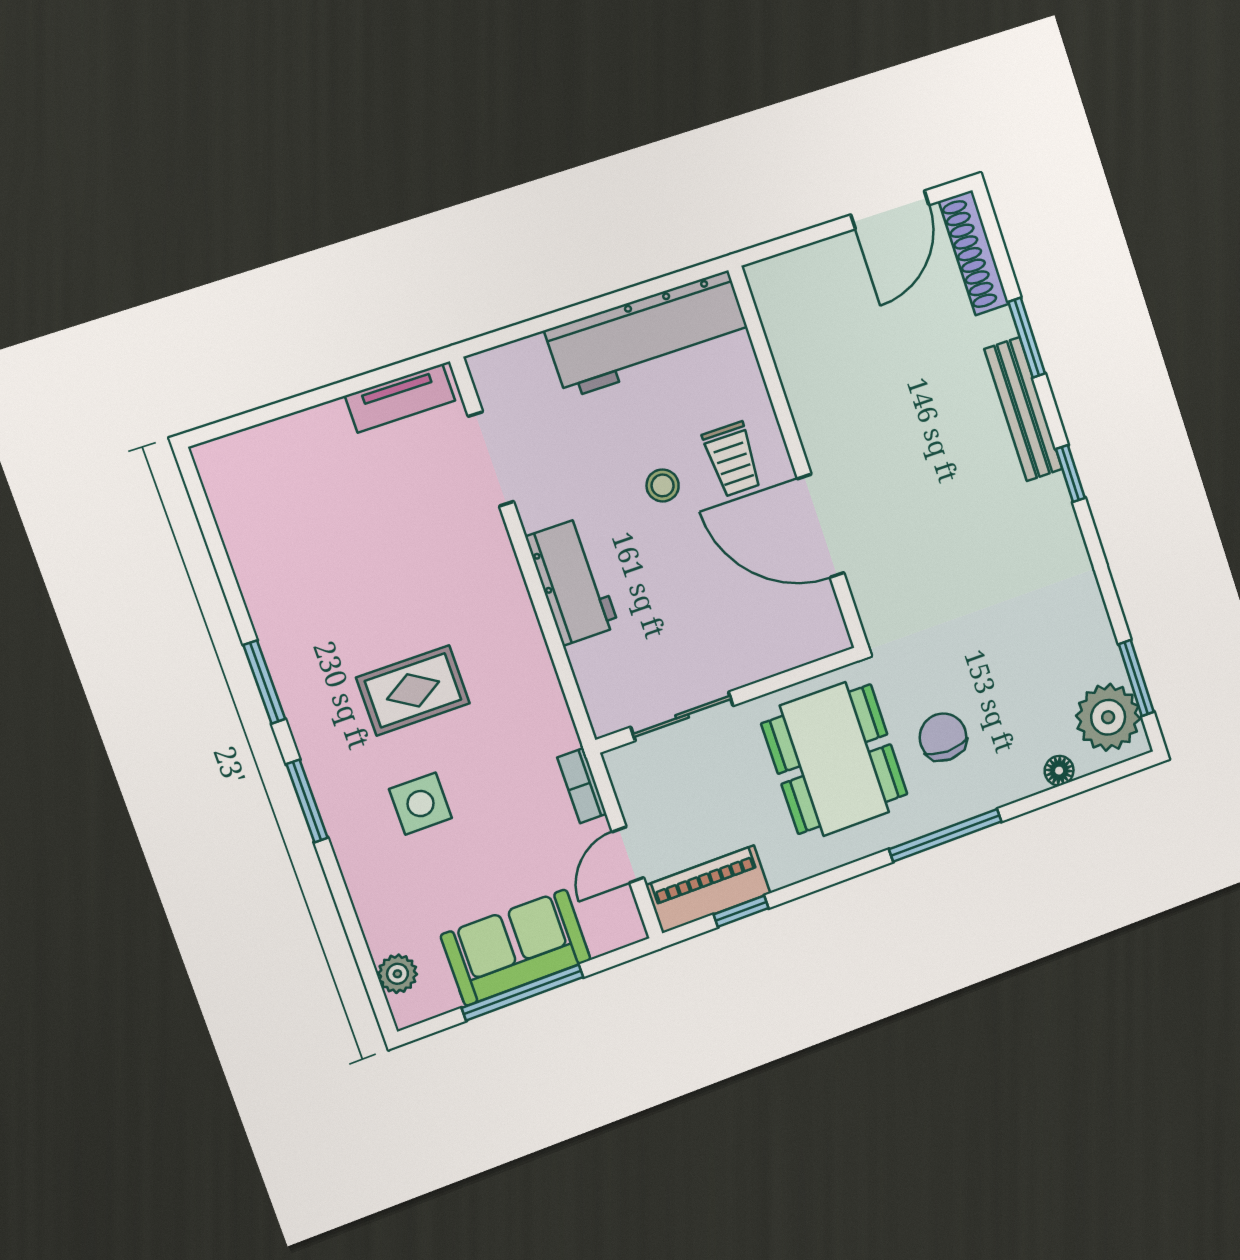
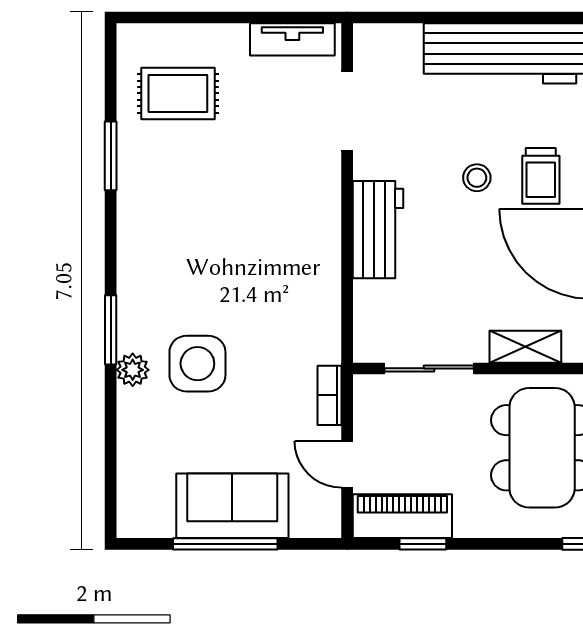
shelving: (779, 655) -> (525, 347), added
window: (264, 682) -> (111, 156), moved
rug: (413, 690) -> (178, 93), moved
side table: (420, 804) -> (197, 364), width x1.37, depth x1.37
door: (628, 855) -> (347, 464), hinge flipped
plant: (397, 974) -> (133, 370), moved

